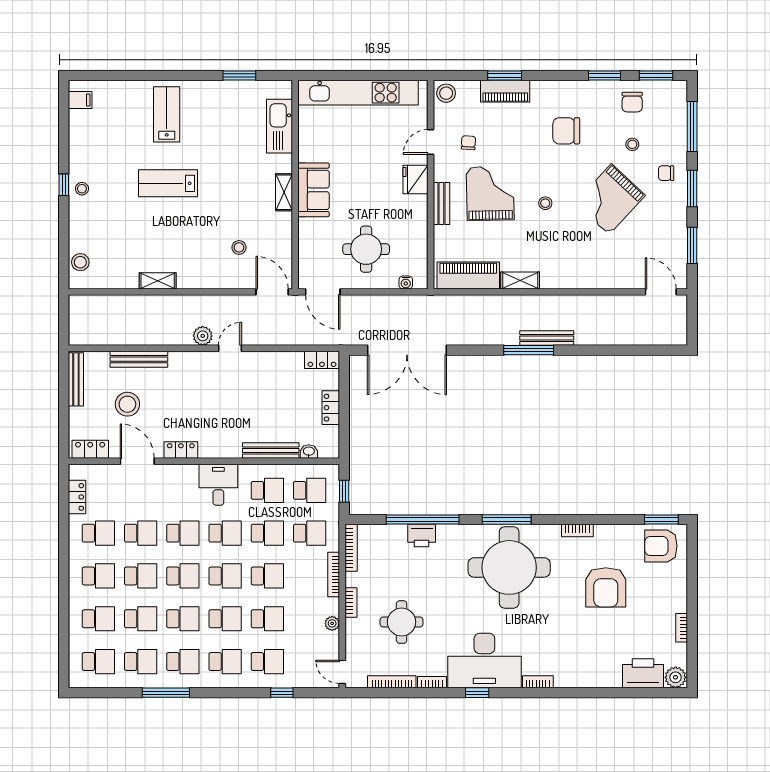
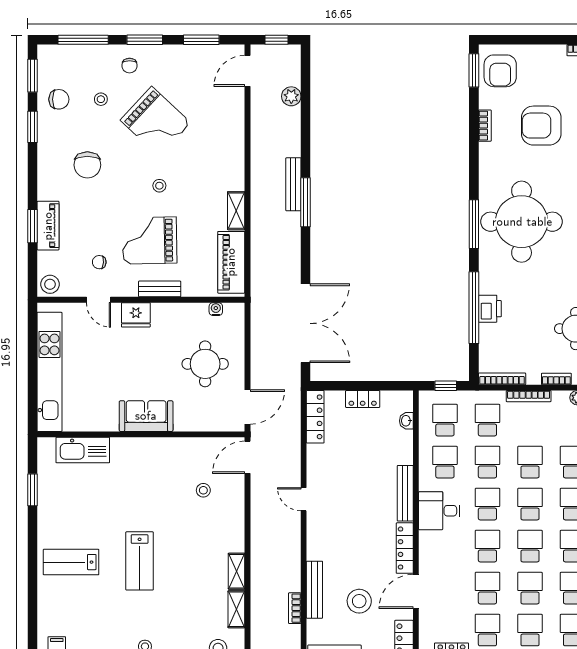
shelving: (284, 192) -> (236, 609), moved, turned 90
water cooler: (406, 282) -> (216, 309), moved, turned -90
window: (692, 321) -> (276, 40), added
plant: (203, 336) -> (291, 96), moved
bookcase: (120, 339) -> (295, 608), added
locker: (322, 360) -> (315, 417), width x1.53
locker: (181, 450) -> (405, 548), width x1.53
bench: (271, 451) -> (405, 493), moved
bookcase: (577, 531) -> (485, 126), moved
armchair: (606, 587) -> (541, 126), turned 180

